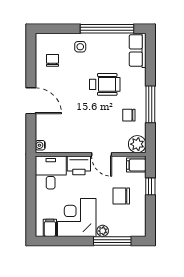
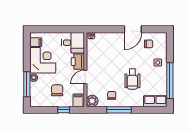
door: (31, 101) -> (133, 29), moved

